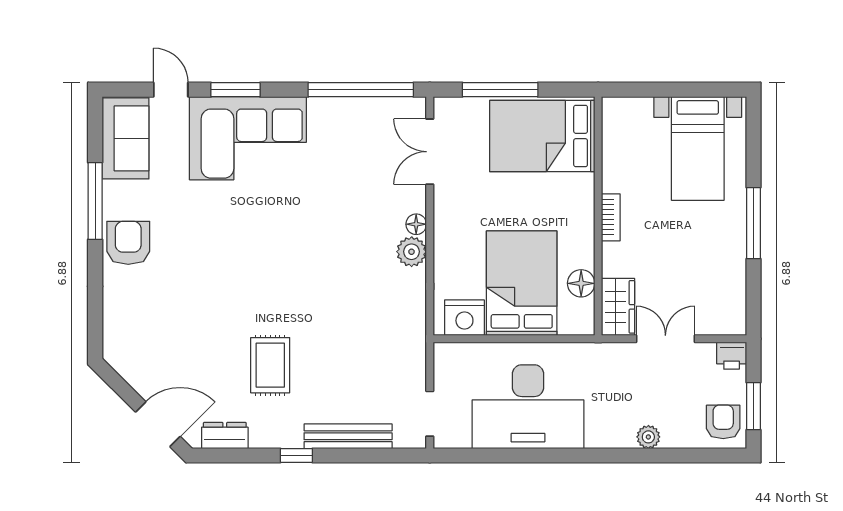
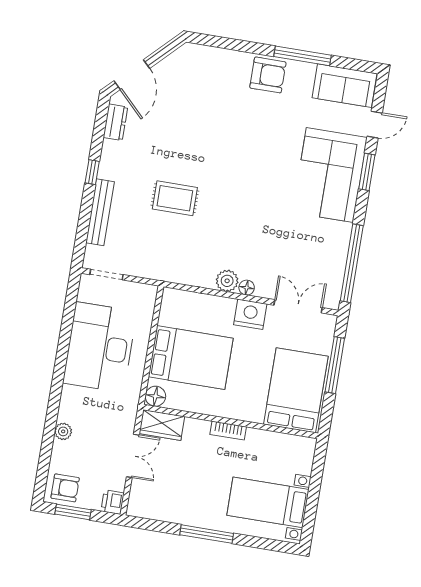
floor lamp: (581, 283) -> (155, 396), moved
nightstand: (464, 318) -> (250, 314), moved, turned 90
rug: (270, 365) -> (175, 198), moved

